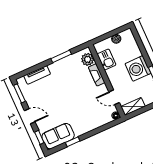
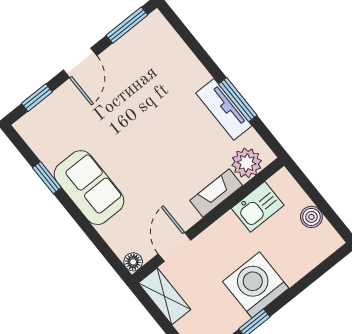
tv unit: (37, 75) -> (224, 109), moved
sofa: (58, 136) -> (89, 188), moved

